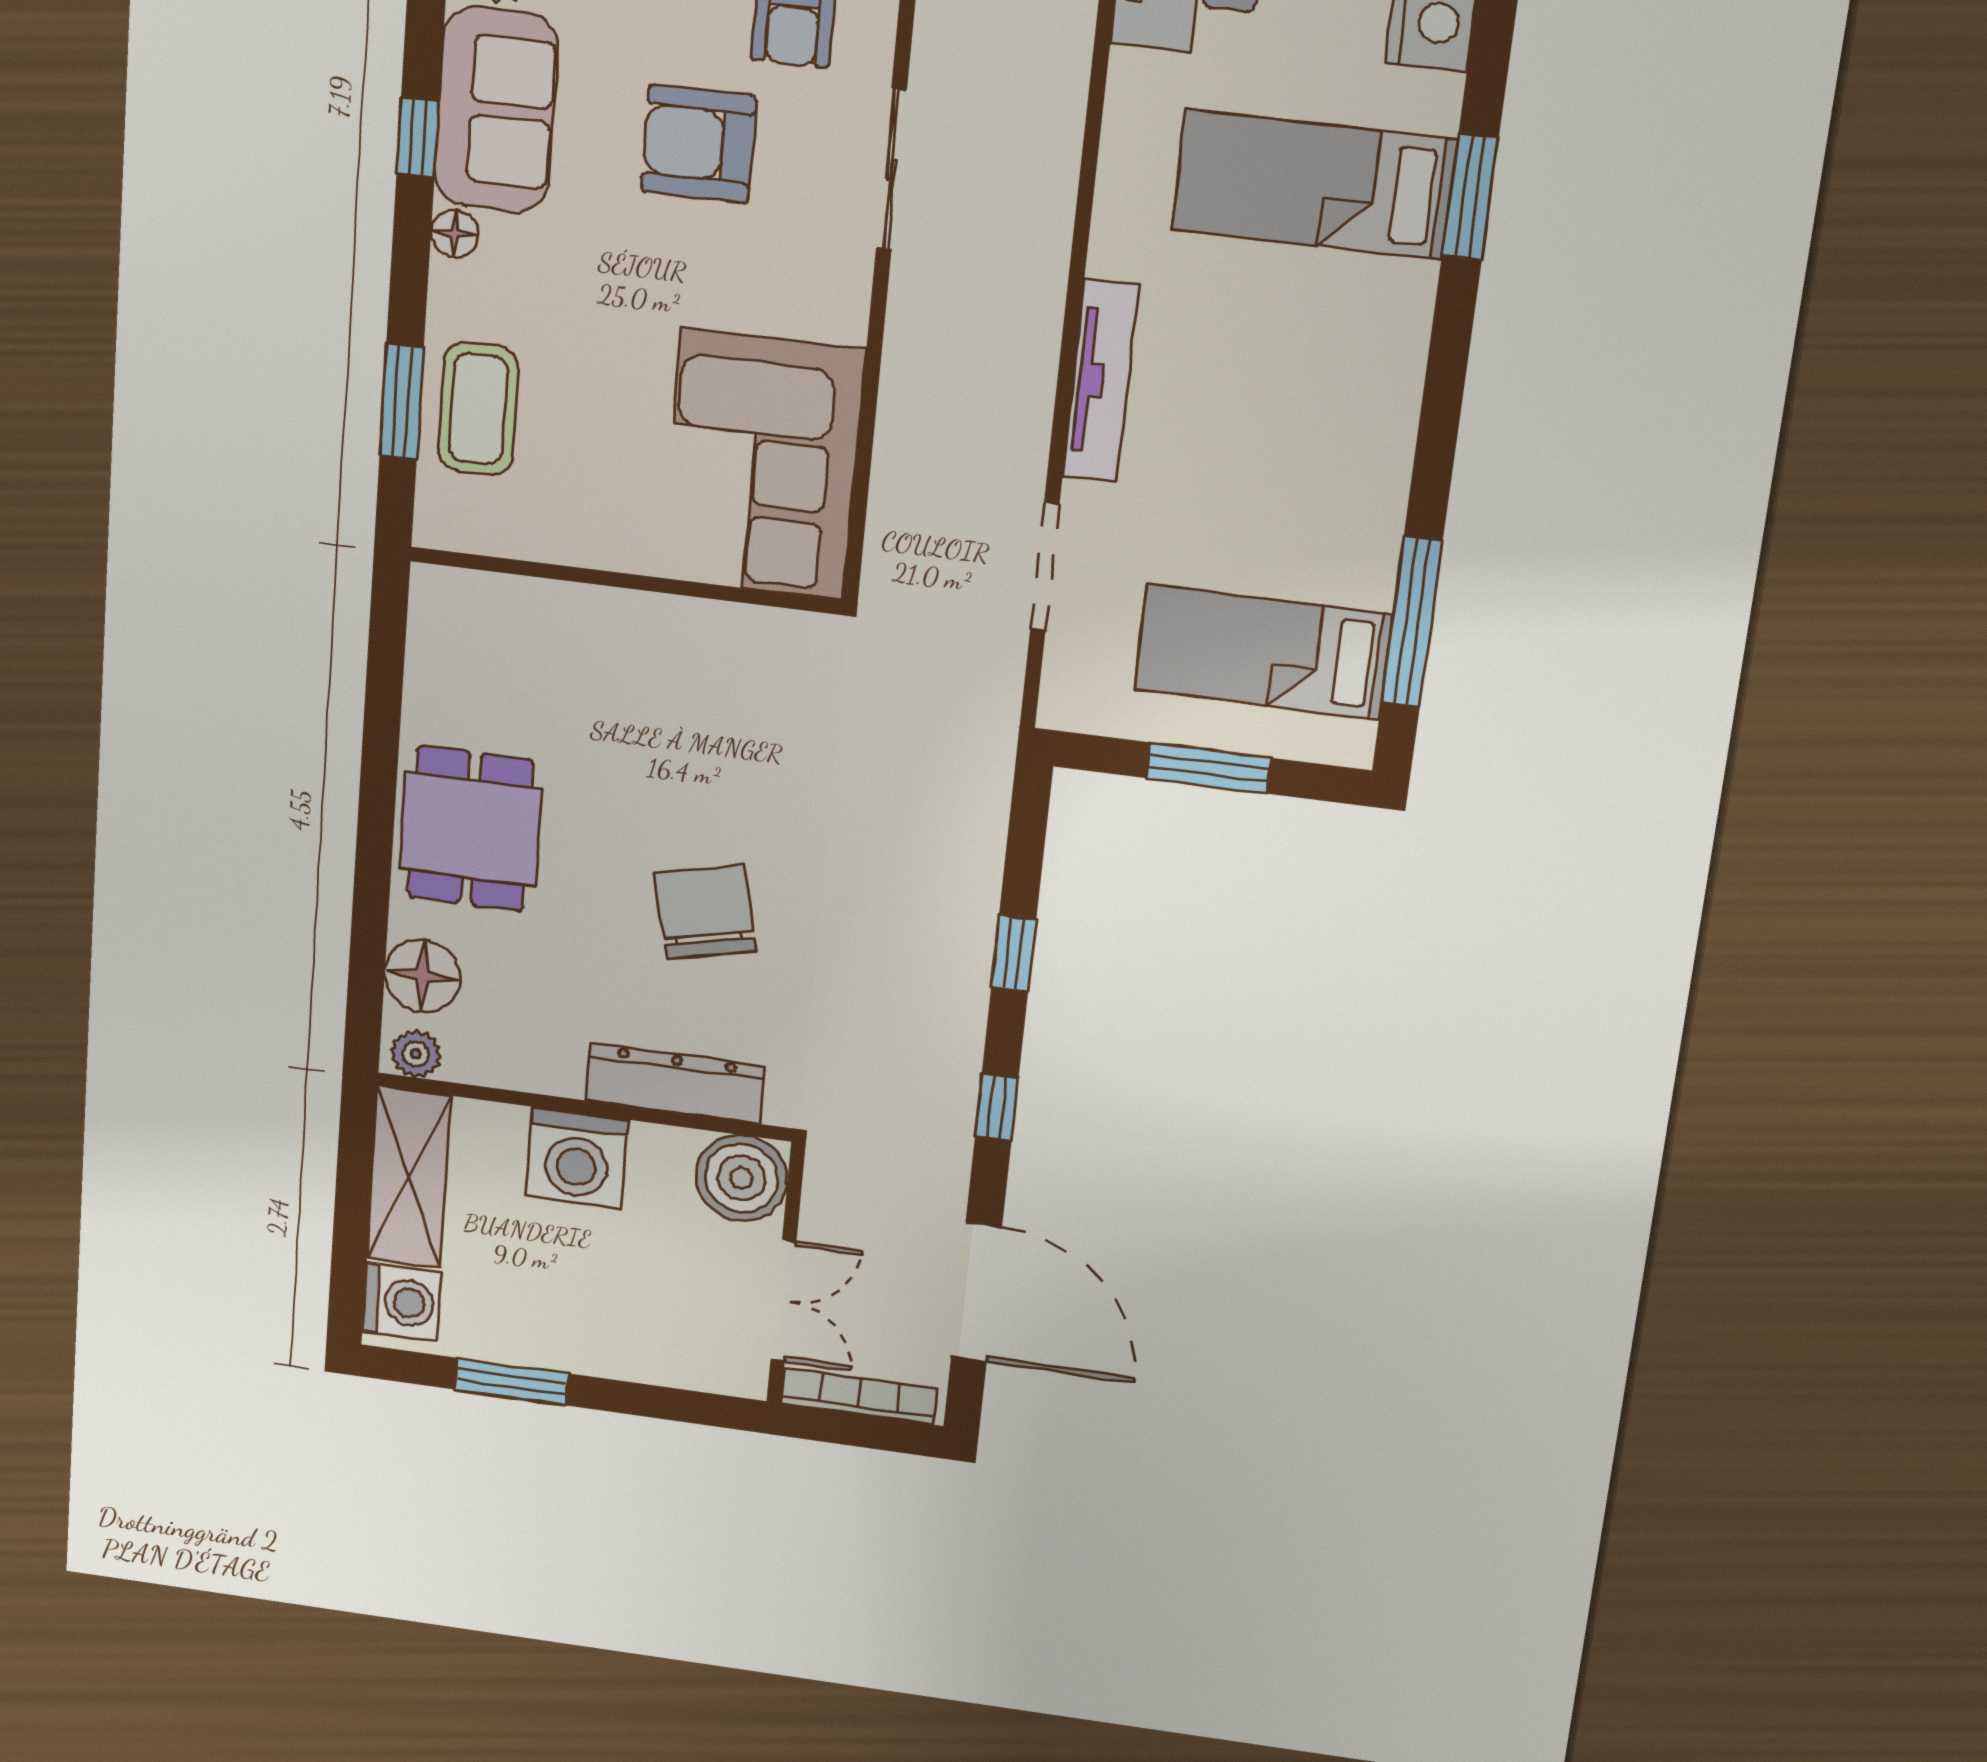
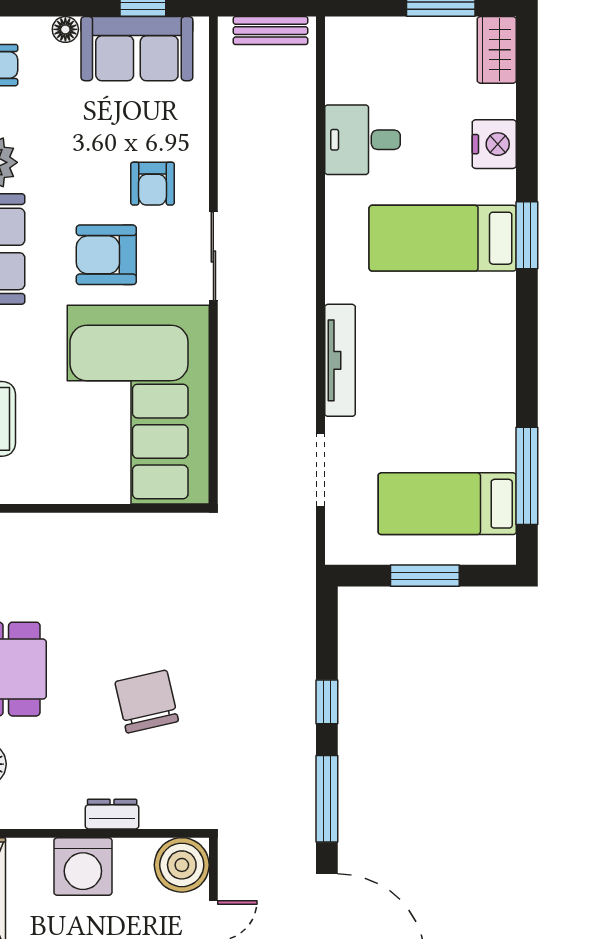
corner sofa: (762, 465) -> (138, 405), width x1.36, depth x1.36
dresser: (675, 1083) -> (112, 814), width x0.51, depth x0.80
window: (997, 1107) -> (327, 799), width x2.17

